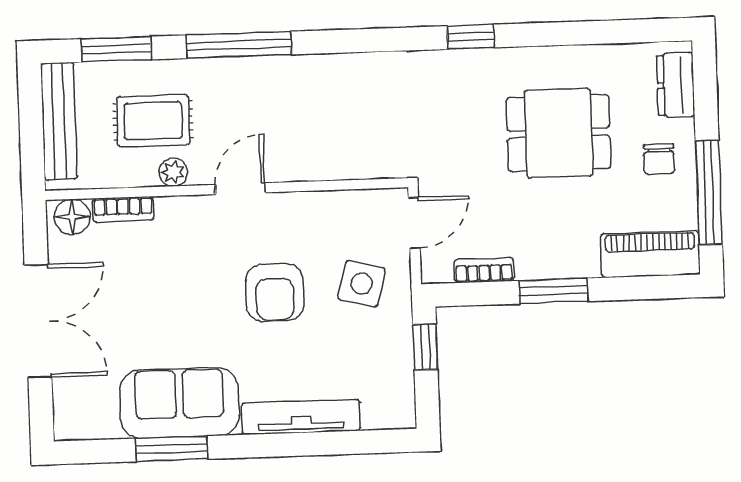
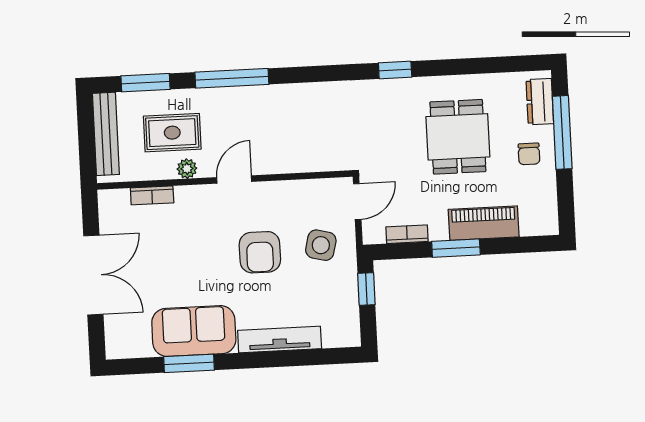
dining table: (559, 133) -> (458, 137), turned 90
window: (709, 192) -> (562, 132), moved
floor lamp: (72, 217) -> (116, 201), removed
piano: (650, 254) -> (484, 223), moved

